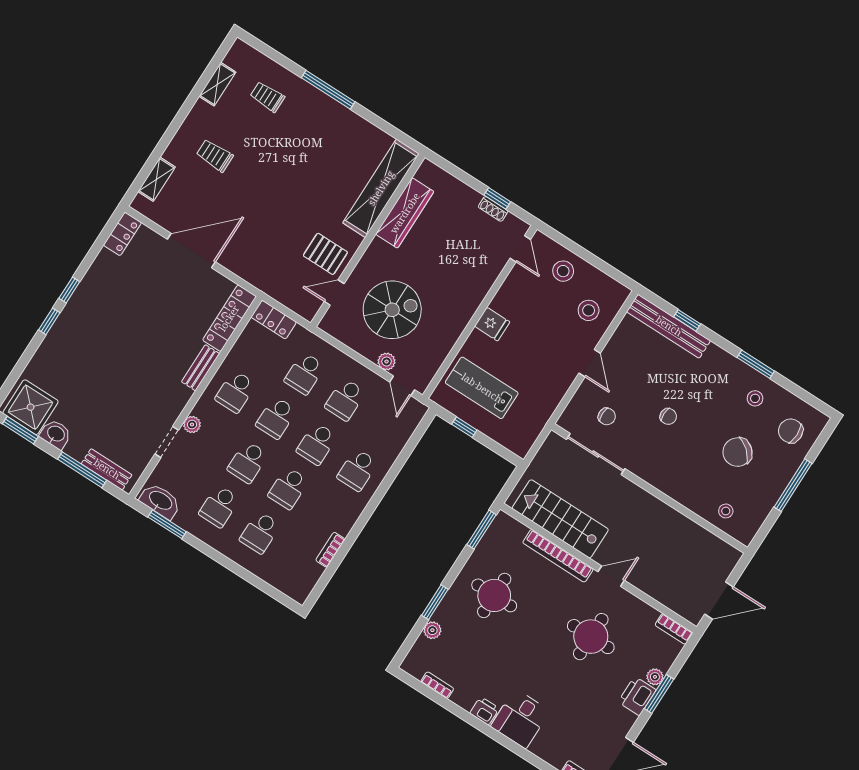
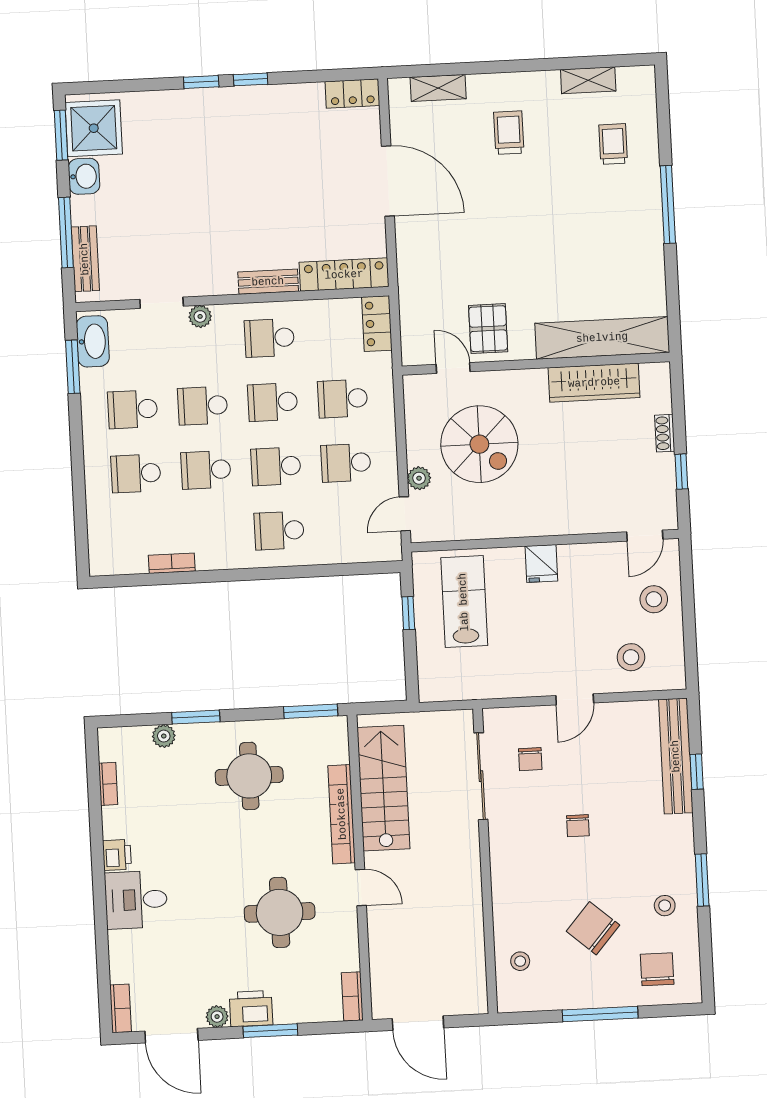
shoe rack: (493, 209) -> (665, 433), moved
plant: (655, 677) -> (217, 1017), moved

